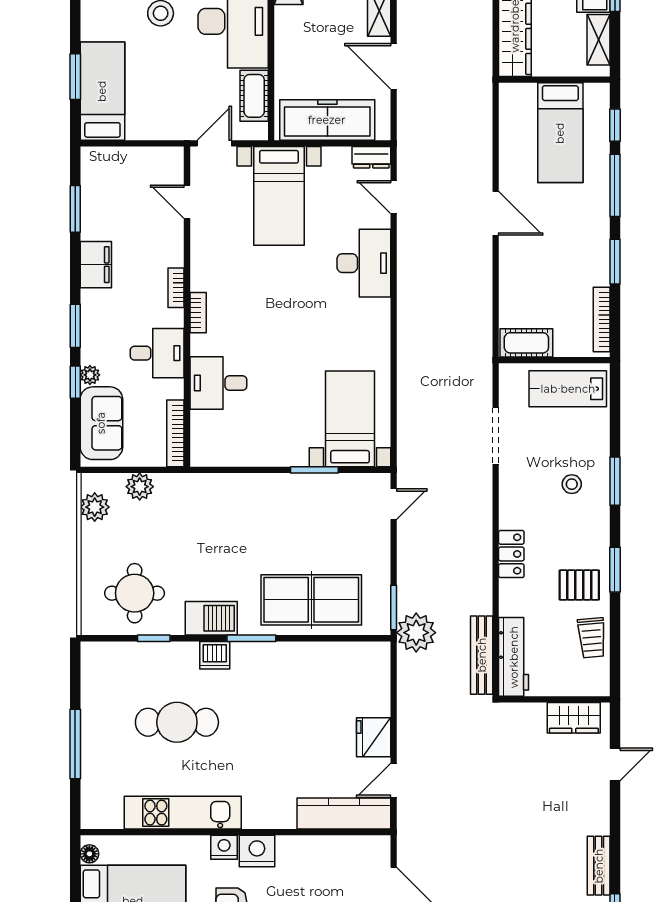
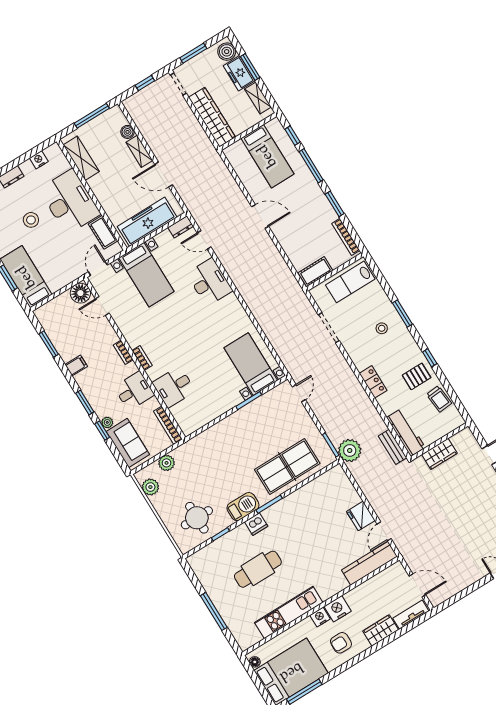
floor lamp: (167, 163) -> (80, 293), added
filing cabinet: (96, 265) -> (76, 366), width x0.50
window: (615, 570) -> (430, 358), width x0.67
bench: (482, 655) -> (393, 447), width x0.73
wardrobe: (574, 718) -> (439, 454), moved

